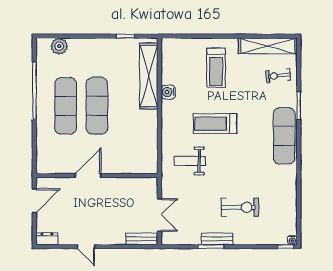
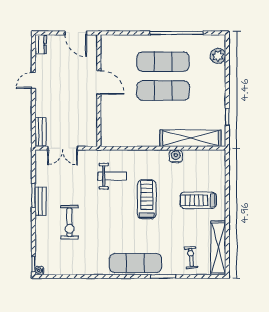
weight bench: (190, 161) -> (112, 176), turned 90

